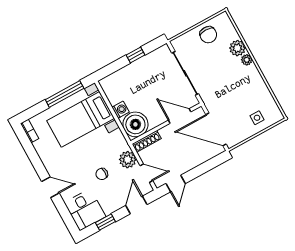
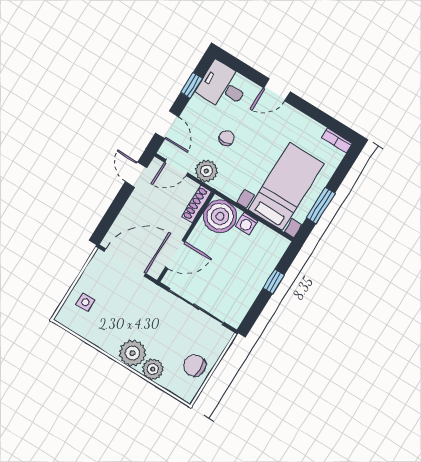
window: (135, 55) -> (274, 281), moved
plant: (247, 60) -> (133, 353), width x1.88, depth x1.88
window: (65, 94) -> (321, 205), width x0.69

